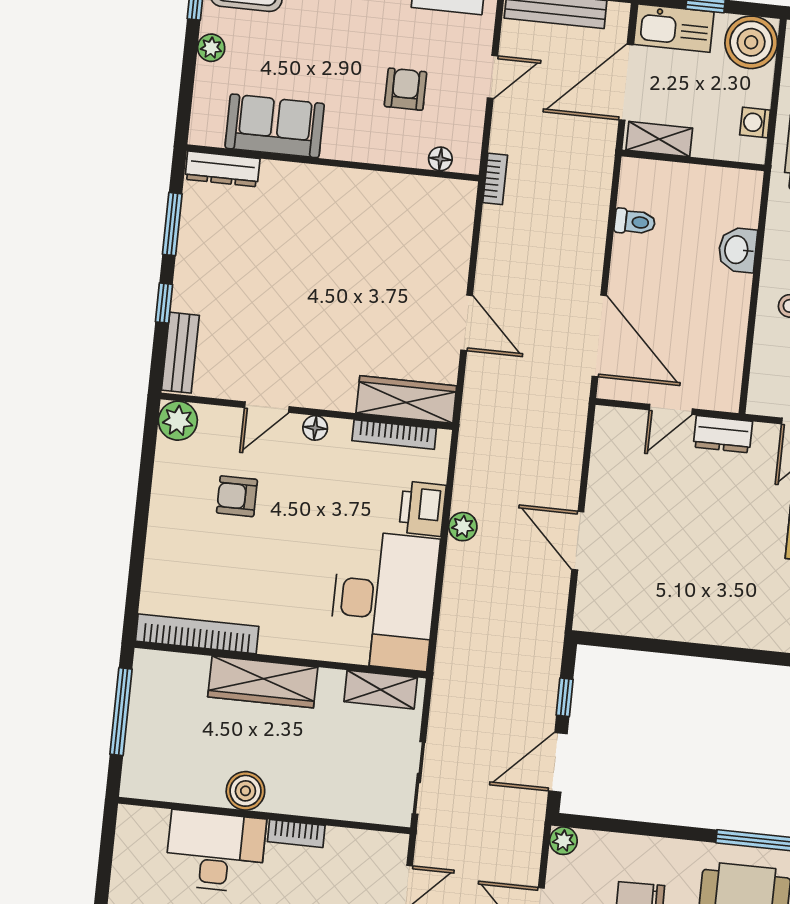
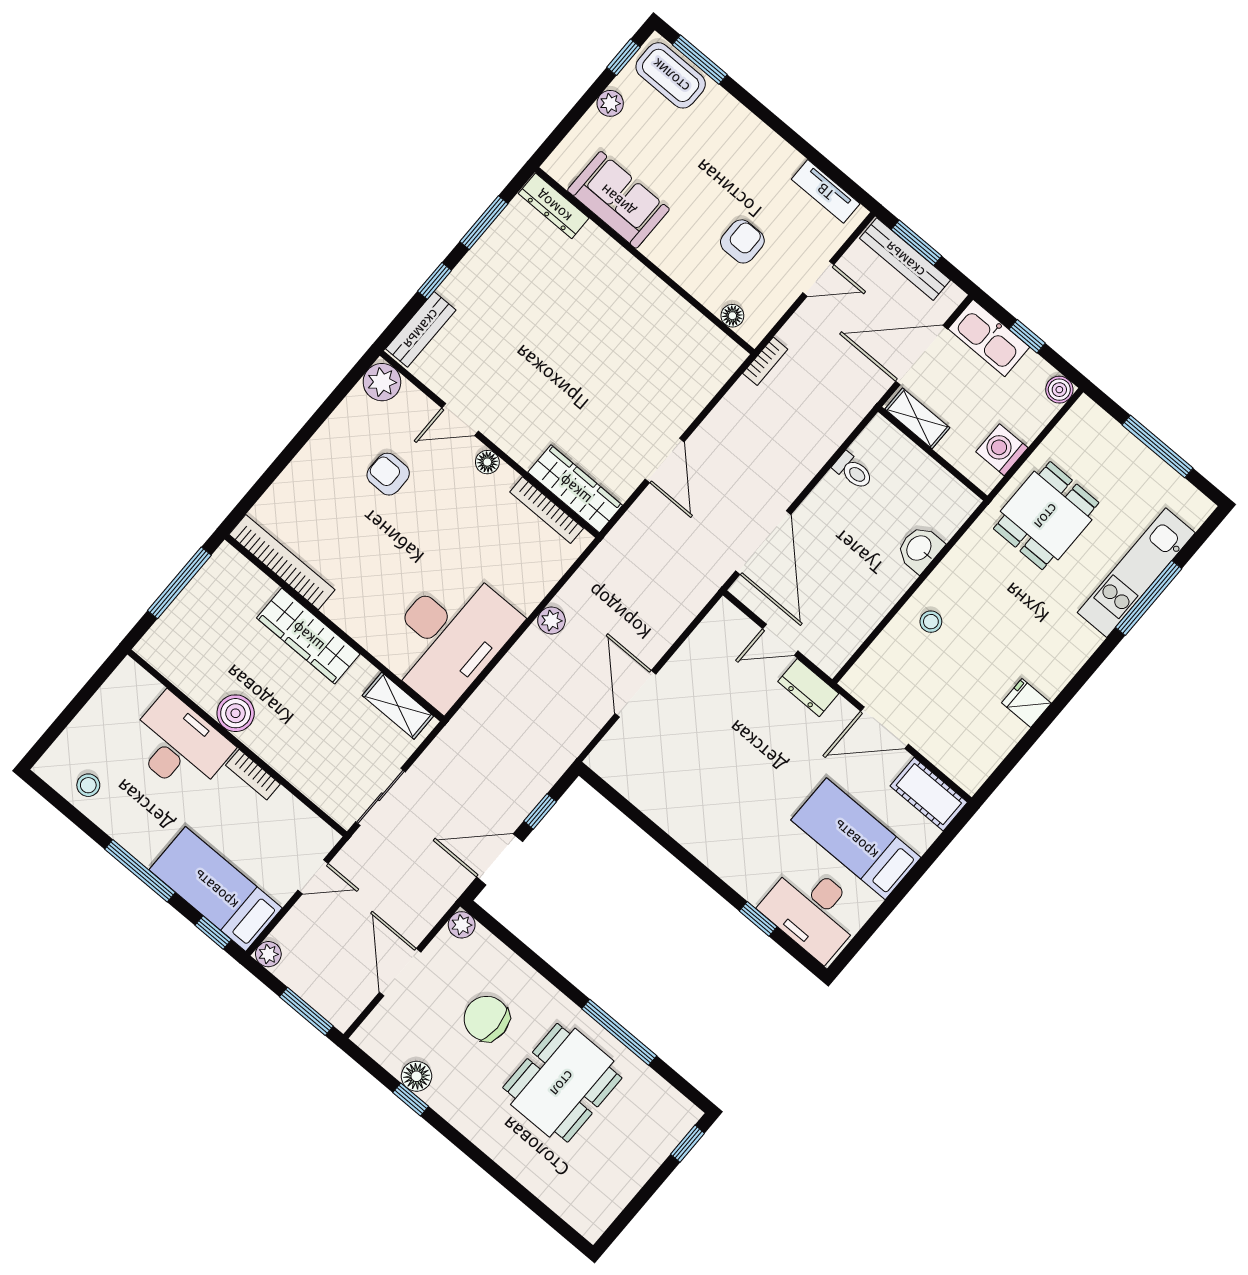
boiler: (751, 42) -> (1059, 390), width x0.54, depth x0.54
washing machine: (755, 122) -> (1002, 450), width x1.38, depth x1.38
printer: (422, 509) -> (529, 584), removed

